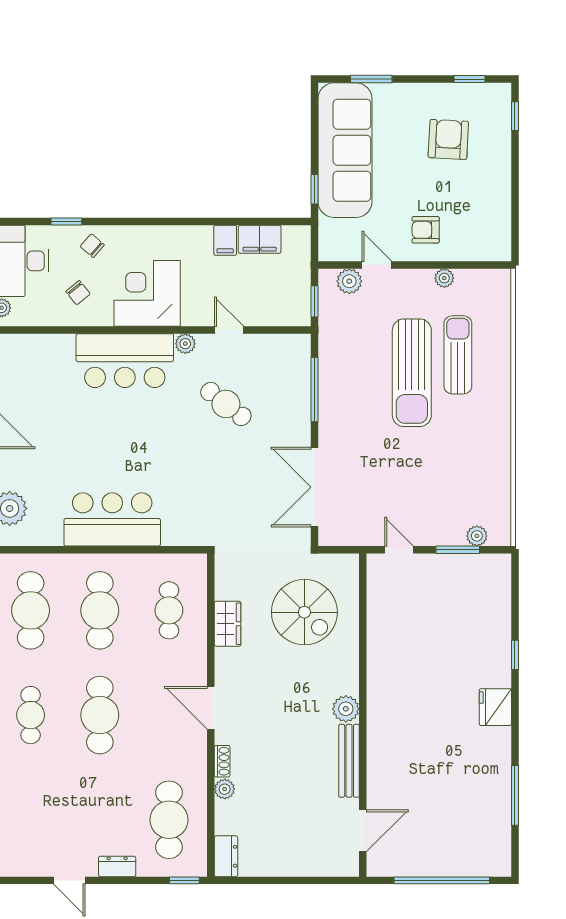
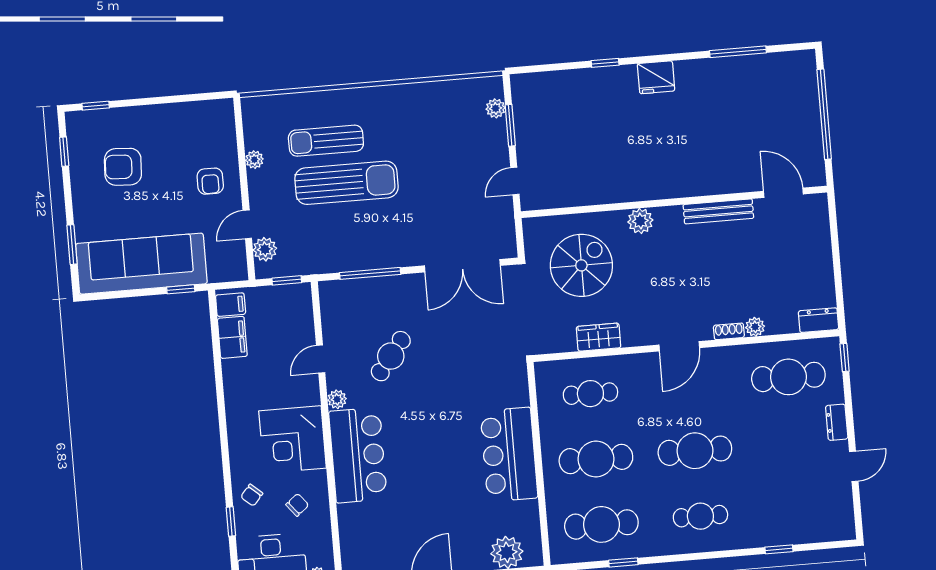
filing cabinet: (225, 240) -> (231, 305), moved
plant: (346, 709) -> (640, 221), moved

